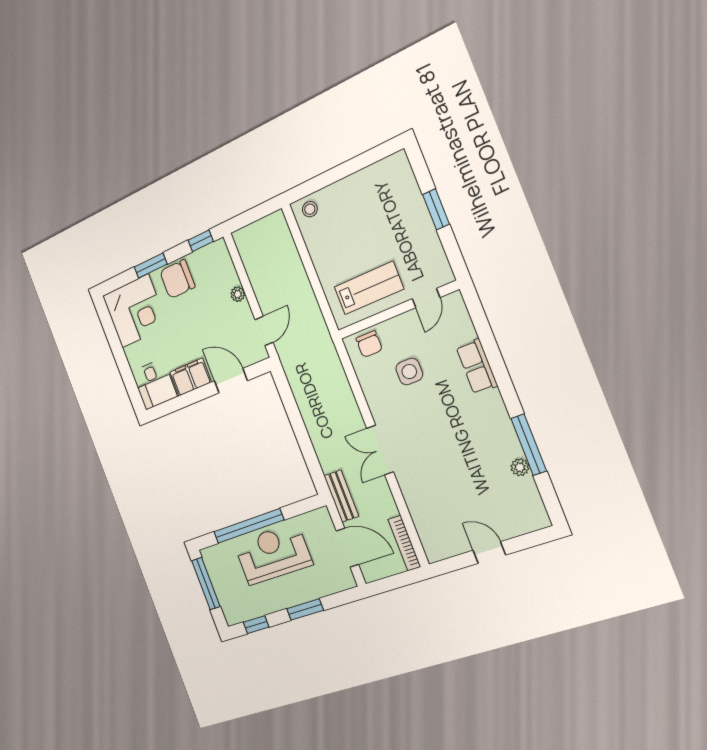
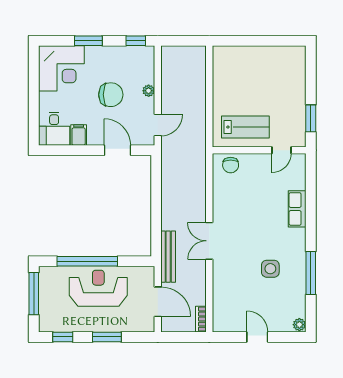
stool: (310, 209) -> (226, 56), removed
window: (436, 209) -> (311, 118), moved
chair: (177, 279) -> (111, 95), moved, turned 180
side table: (409, 372) -> (270, 269), moved
filing cabinet: (191, 377) -> (79, 135), width x0.50
plant: (520, 467) -> (299, 325), moved
bench: (341, 496) -> (168, 257), width x1.36
bookcase: (404, 543) -> (201, 319), width x0.64

